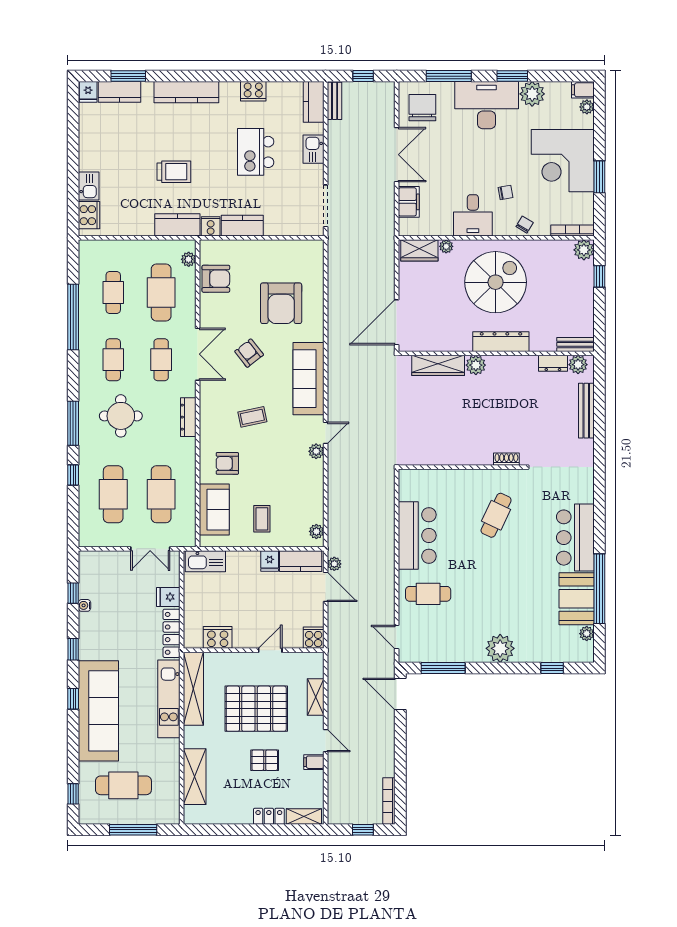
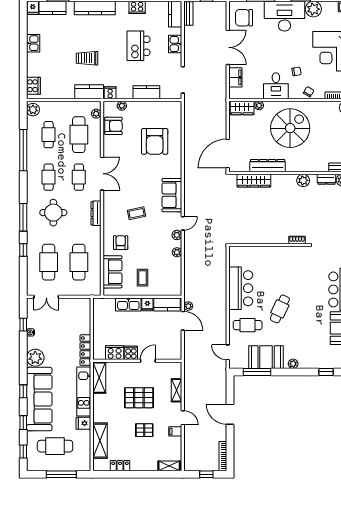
chair: (422, 108) -> (244, 18), turned -90
trolley: (174, 172) -> (87, 58), turned 180
kitchen sink: (89, 186) -> (33, 43), moved
kitchen counter: (242, 226) -> (146, 92), moved
plant: (229, 247) -> (122, 106), added
plant: (89, 253) -> (33, 110), added
dresser: (501, 342) -> (268, 166), moved
armchair: (249, 353) -> (134, 173), removed
plant: (476, 365) -> (303, 180), moved
sofa: (308, 379) -> (172, 195), width x0.73
armchair: (227, 463) -> (121, 243), turned 90
cafe table: (496, 515) -> (280, 309), moved
plant: (316, 531) -> (177, 252), moved
double door: (150, 549) -> (46, 297), moved
kitchen sink: (205, 561) -> (128, 304), moved
fridge: (168, 597) -> (83, 423), moved
cooker: (314, 638) -> (131, 353), moved
booth: (457, 644) -> (266, 357), added
plant: (92, 645) -> (35, 358), added
plant: (500, 648) -> (293, 364), width x0.53, depth x0.53
window: (73, 649) -> (23, 423), moved
shelving: (193, 689) -> (99, 378), width x0.68
door: (400, 694) -> (230, 414), moved
pallet: (256, 709) -> (139, 398), width x0.73, depth x0.71
locker: (269, 816) -> (120, 466), moved

